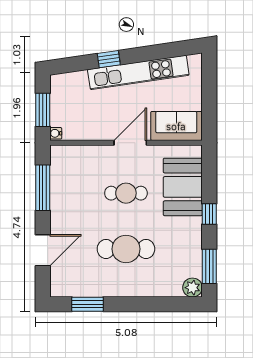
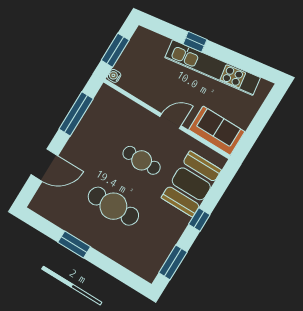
door: (130, 143) -> (171, 121), width x0.73
plant: (192, 288) -> (148, 271), removed
window: (88, 304) -> (74, 245), moved

